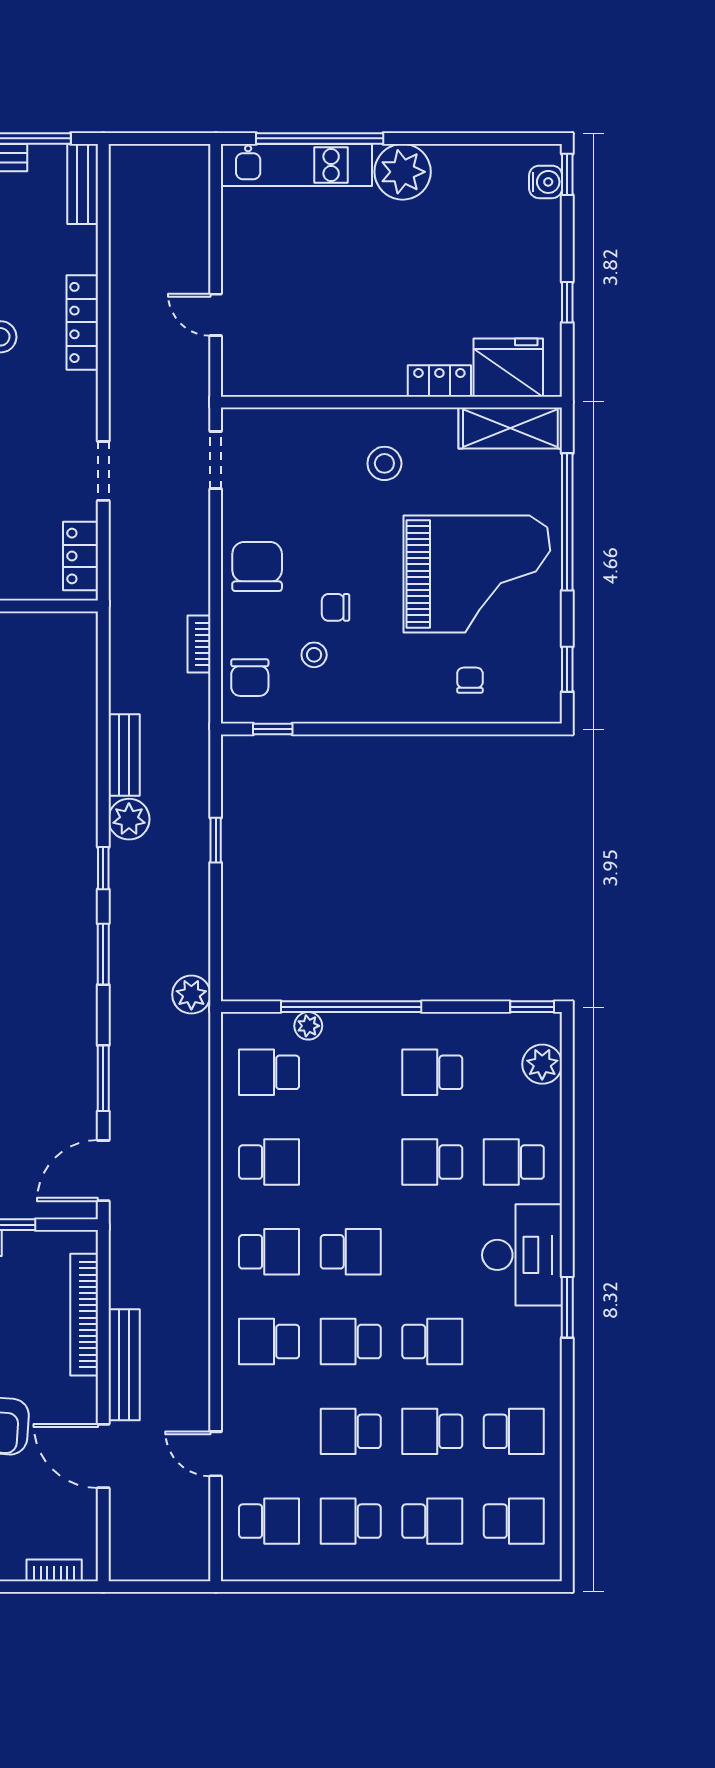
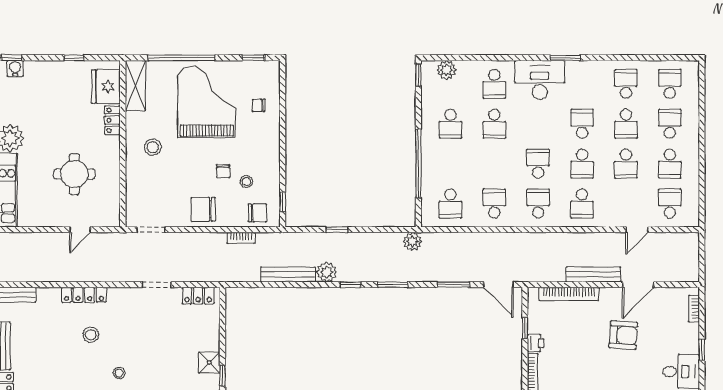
round table: (329, 303) -> (74, 174), added
bench: (124, 755) -> (288, 274), width x1.36
plant: (308, 1026) -> (428, 184), removed

